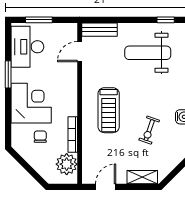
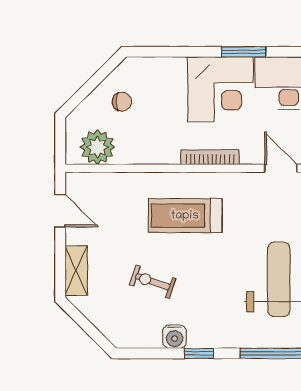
corner desk: (31, 103) -> (220, 89), moved
bookcase: (73, 134) -> (210, 157), moved
chair: (40, 137) -> (122, 102), moved

